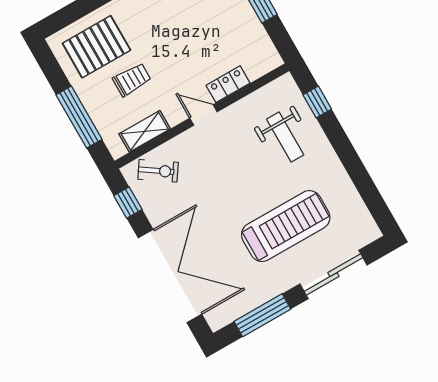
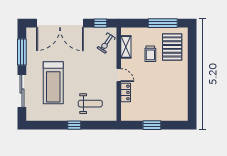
window: (317, 102) -> (74, 125), moved
door: (203, 115) -> (119, 75), hinge flipped
window: (79, 117) -> (163, 23), moved
weight bench: (285, 137) -> (90, 104), turned 180

